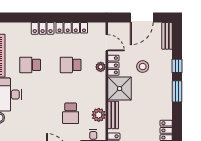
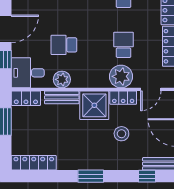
window: (177, 66) -> (147, 176), moved
plant: (101, 67) -> (121, 76), width x1.88, depth x1.88

